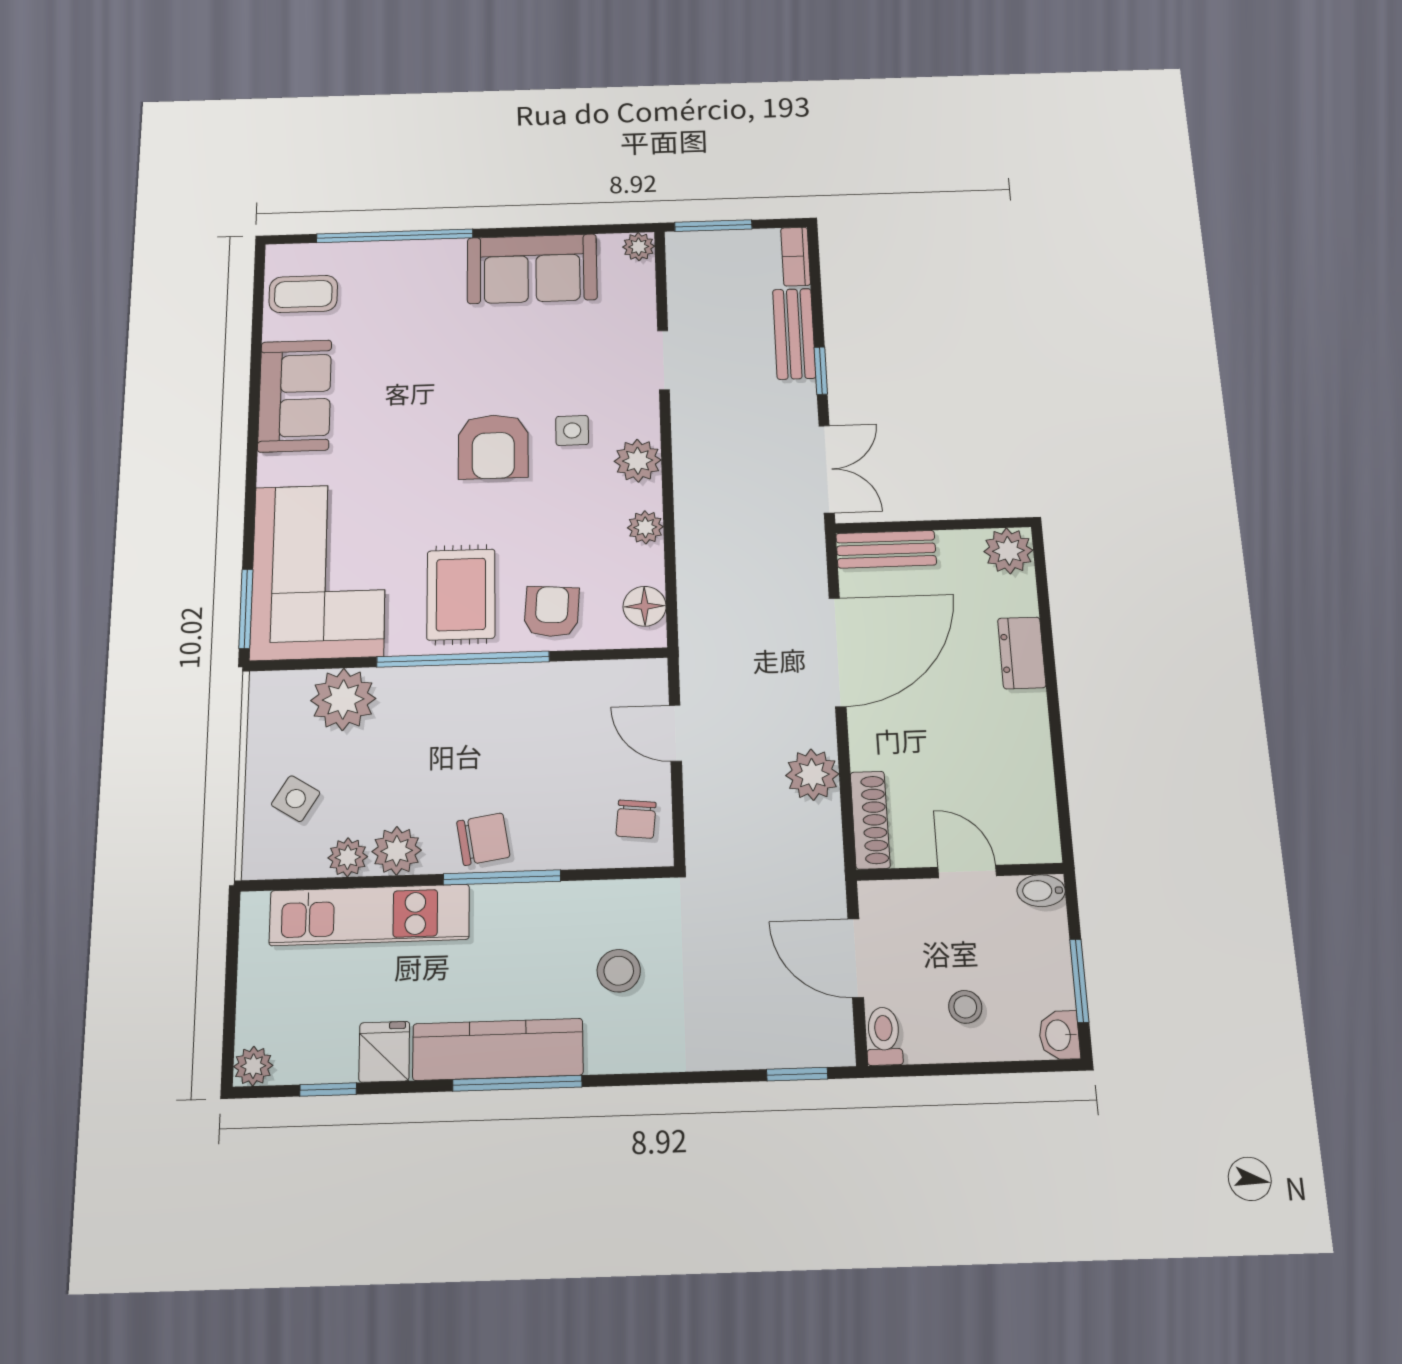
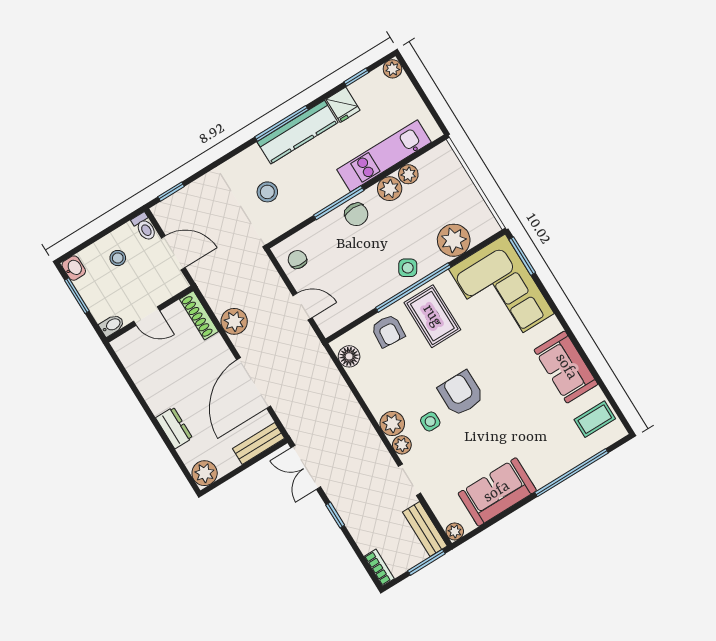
bench: (794, 334) -> (425, 529), moved
plant: (645, 527) -> (402, 445), moved
side table: (296, 799) -> (408, 268), moved
chair: (483, 839) -> (356, 214), turned -81

